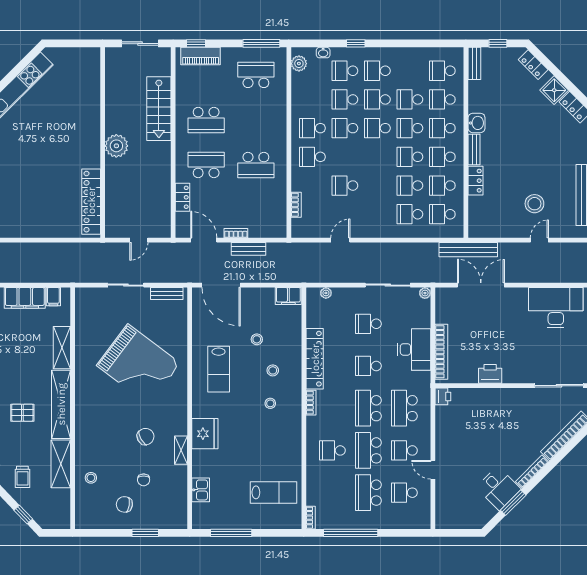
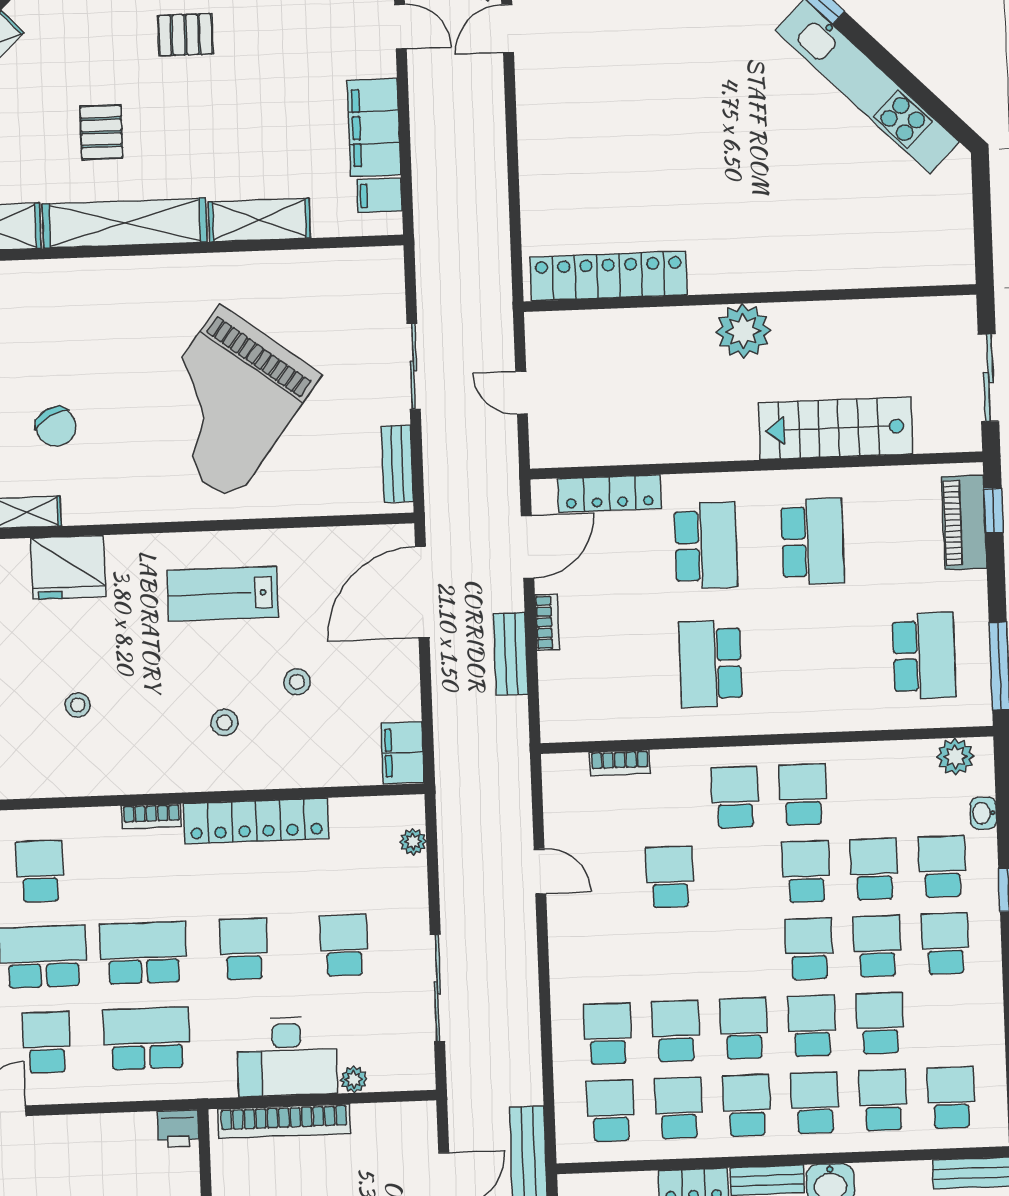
school desk: (206, 120) -> (813, 541), turned 180
locker: (183, 197) -> (609, 493), width x1.53
plant: (425, 293) -> (354, 1079), moved
stool: (270, 403) -> (78, 705), moved

